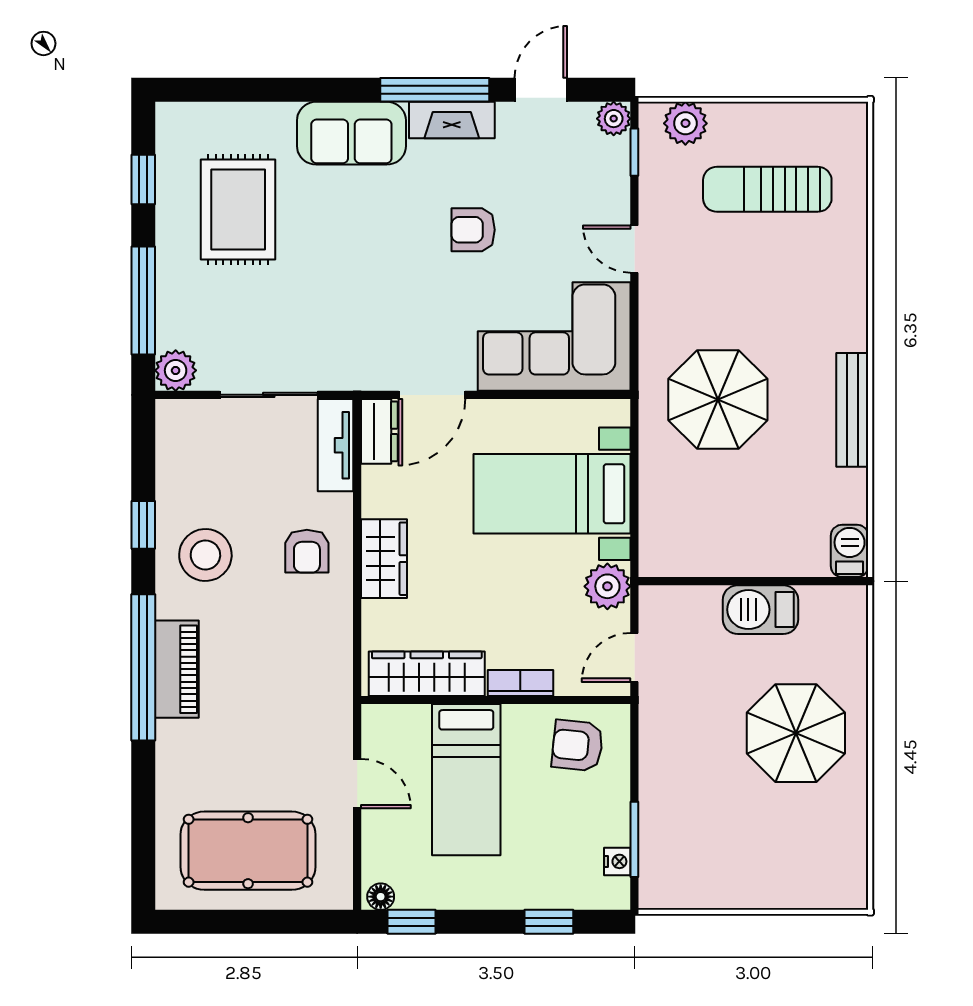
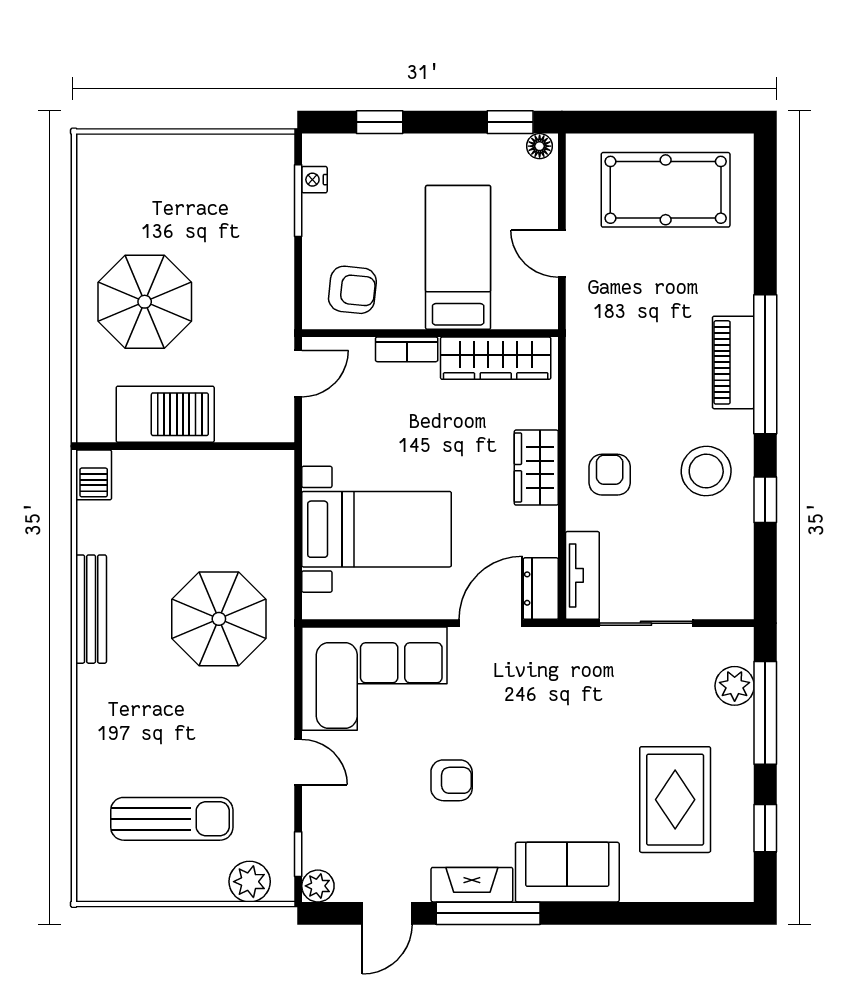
plant: (176, 370) -> (735, 686), moved
plant: (607, 586) -> (324, 441), removed
barbecue: (760, 610) -> (165, 414), width x1.37, depth x1.21

